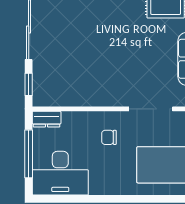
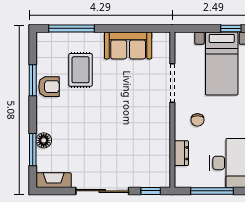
dresser: (47, 119) -> (181, 153), moved

